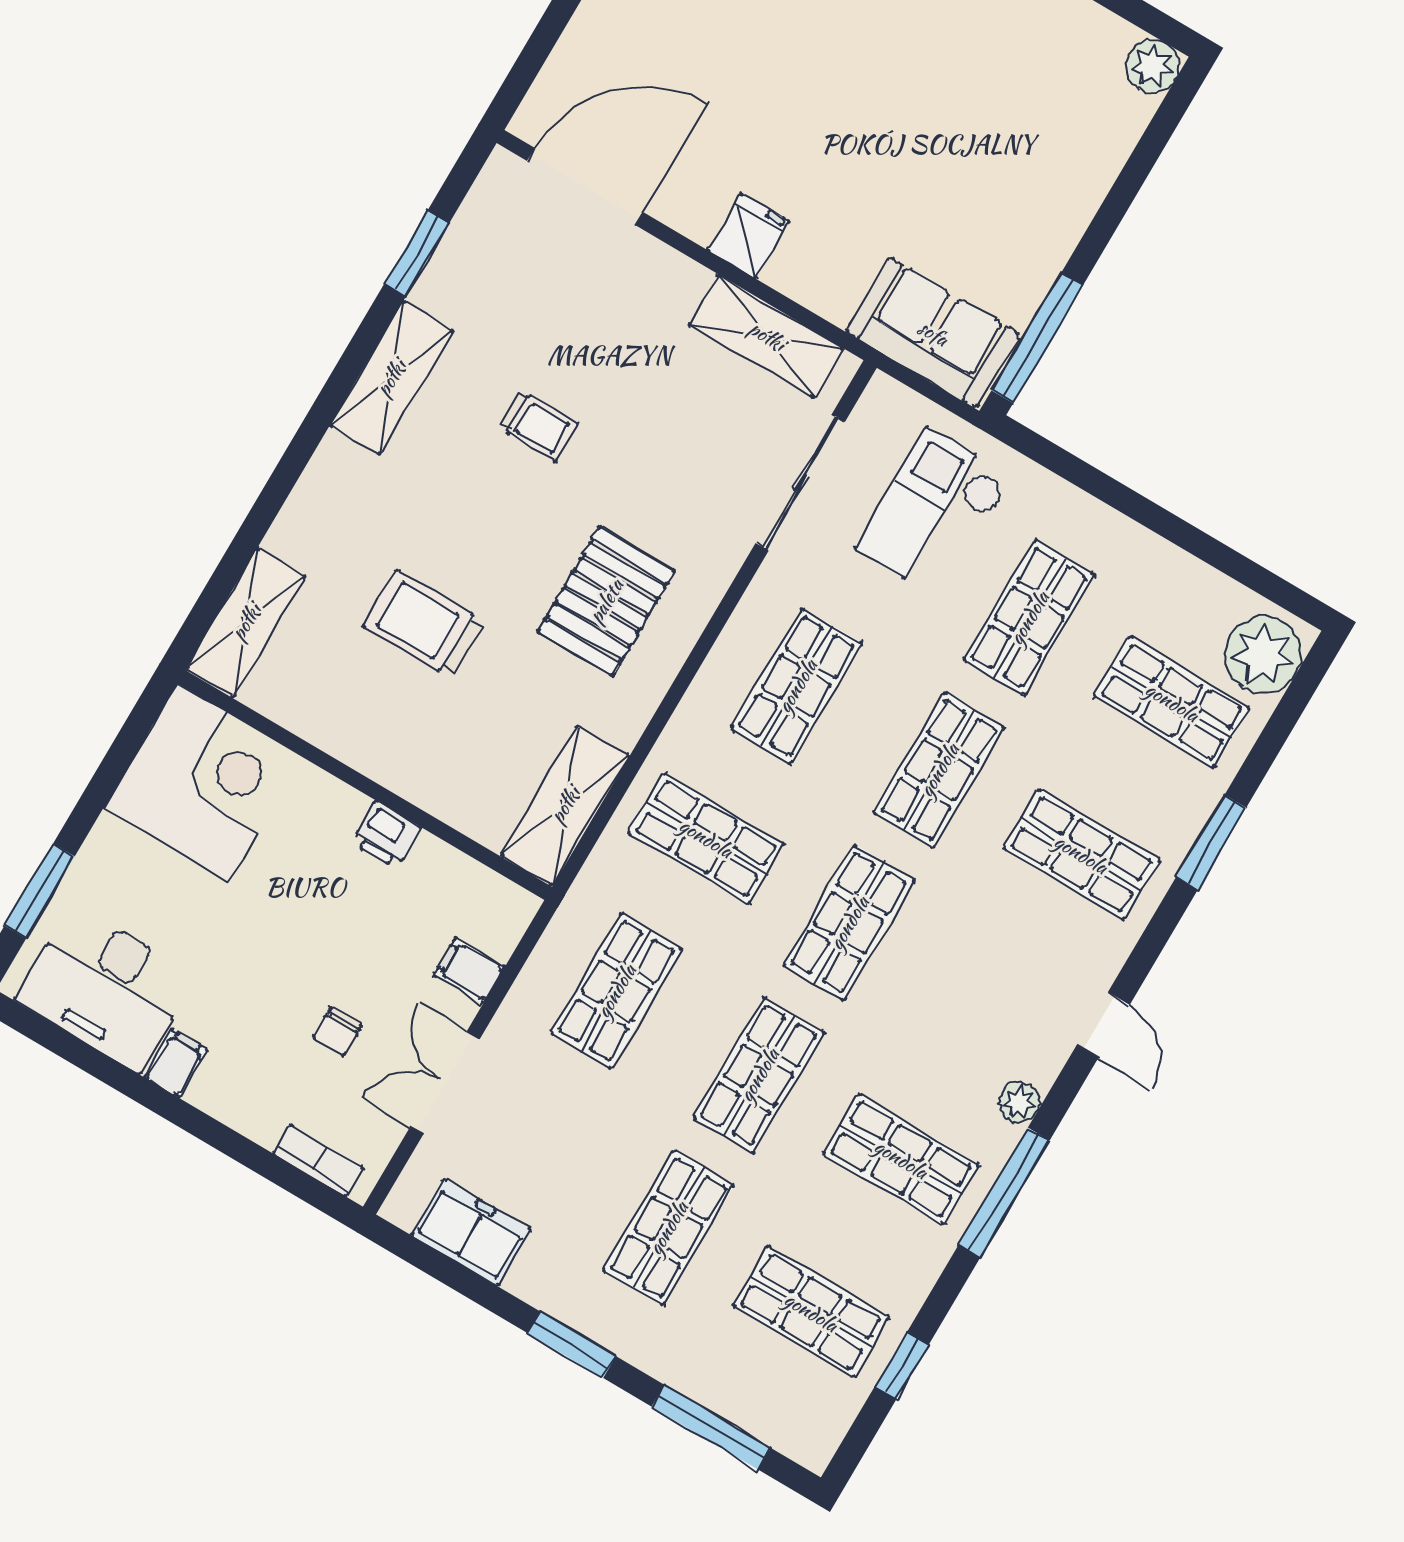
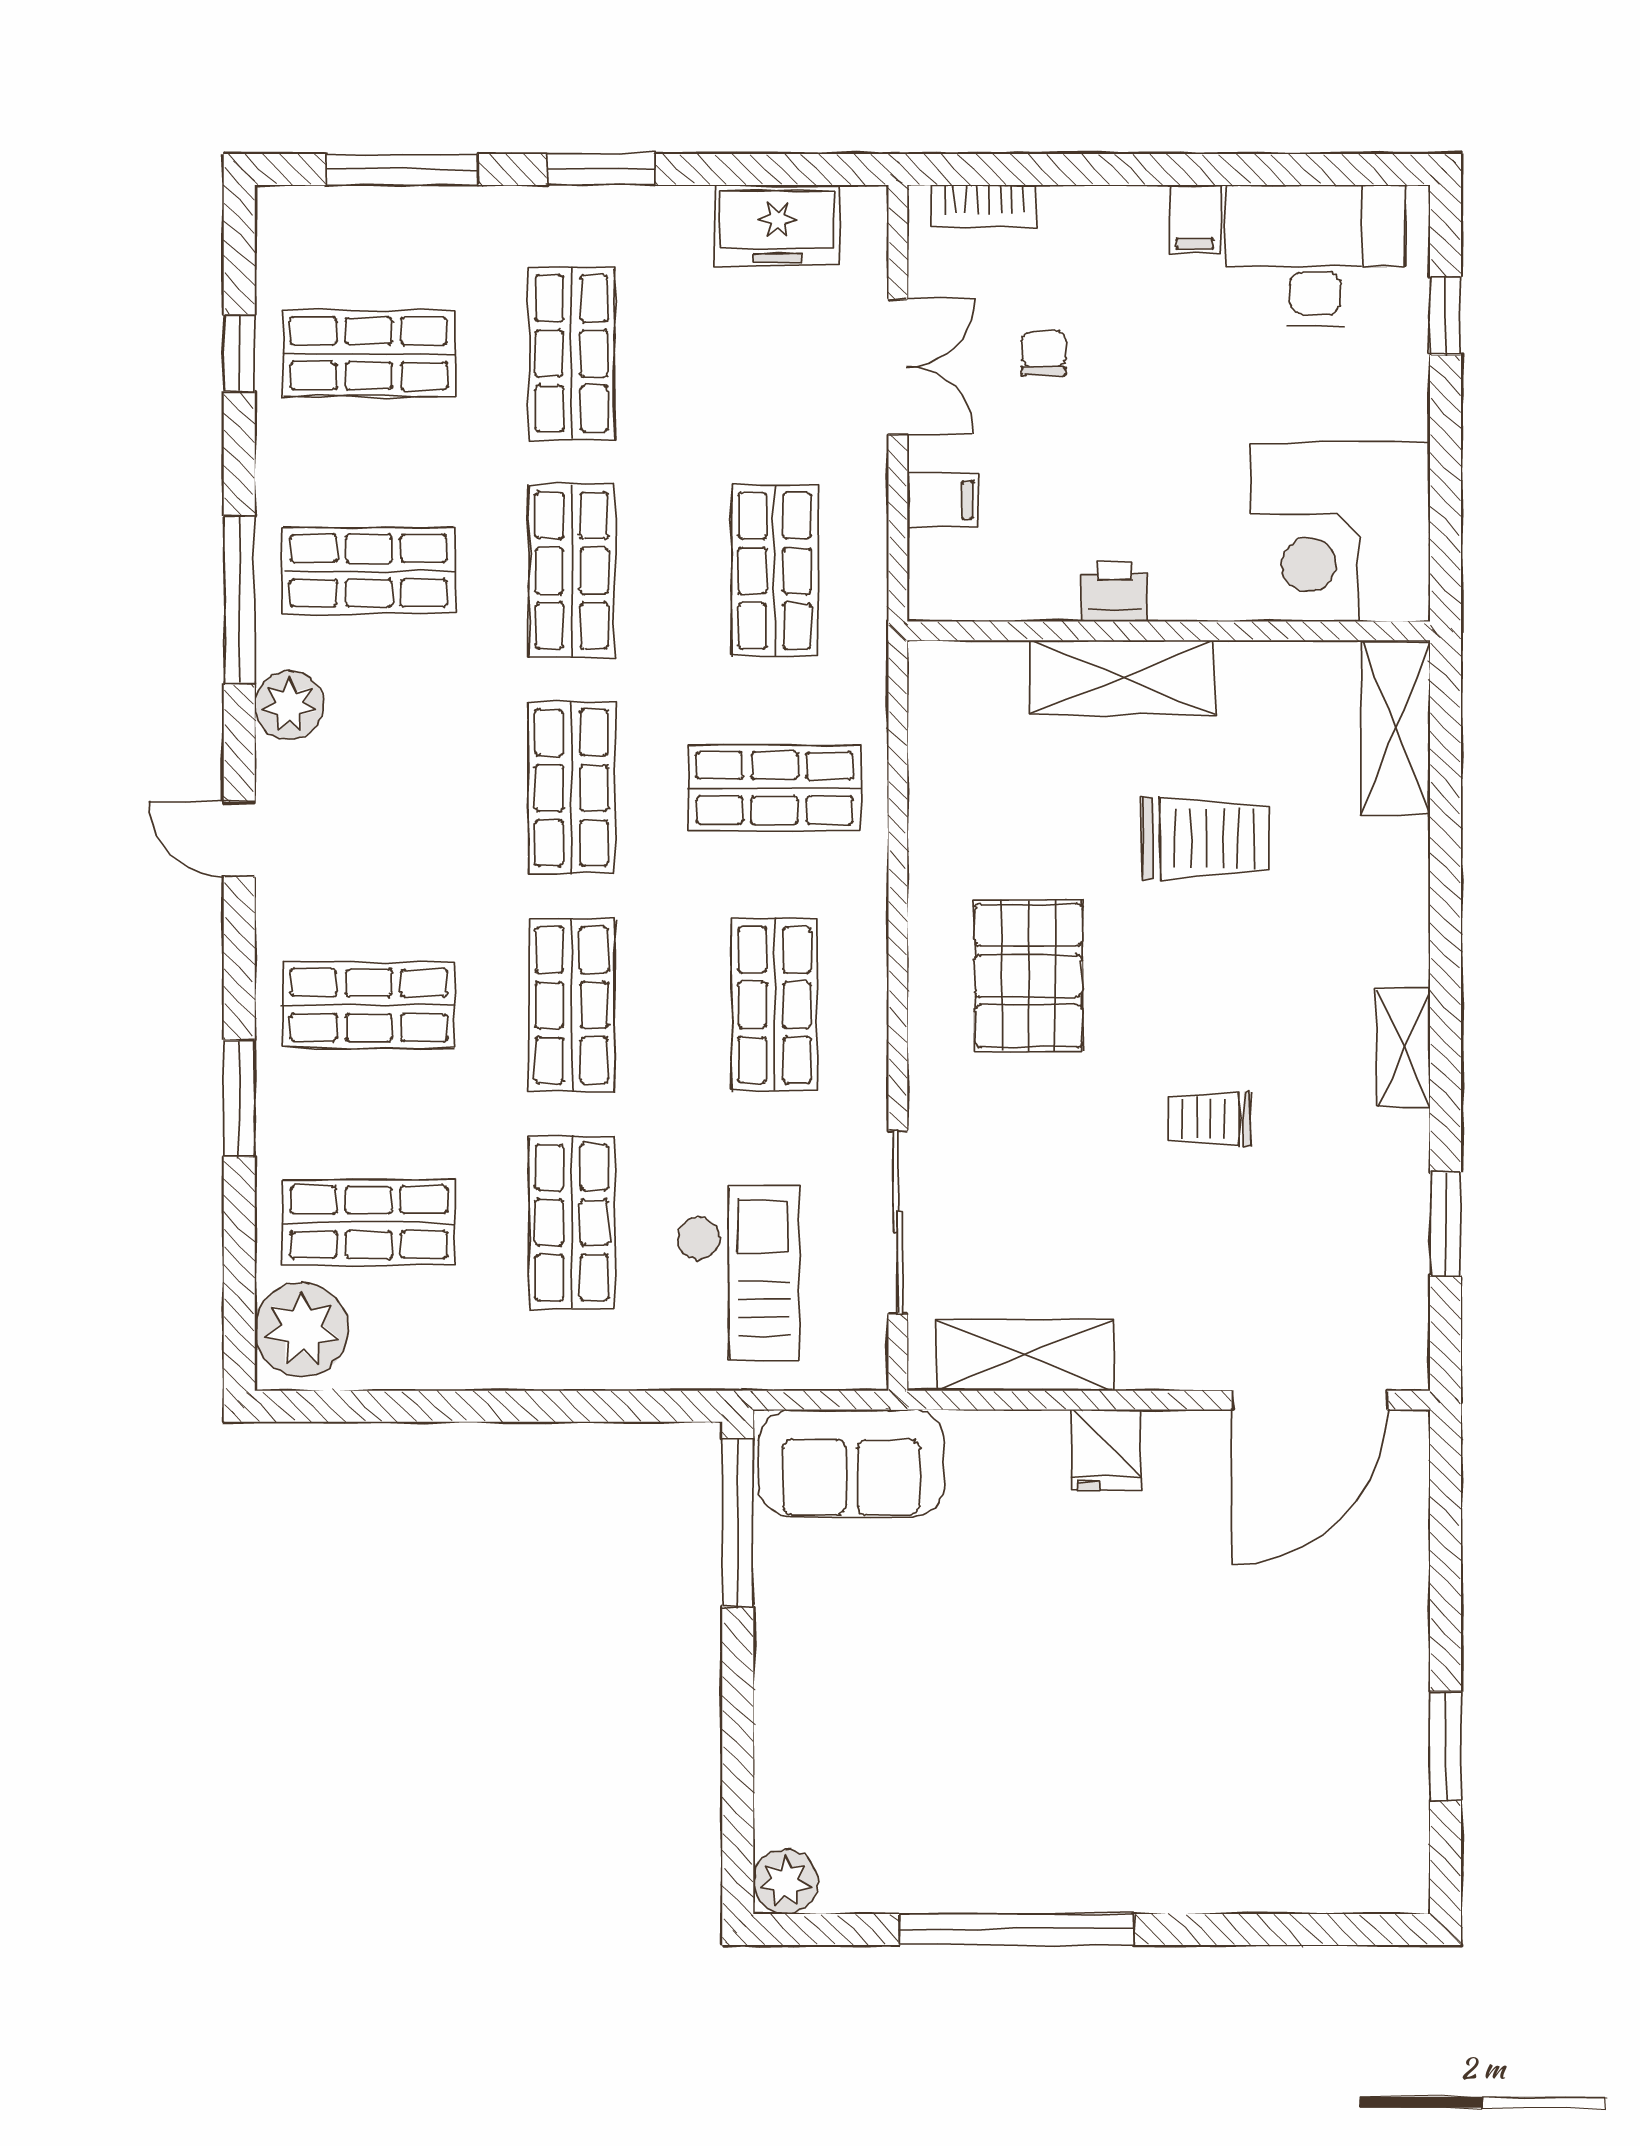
shelving: (391, 378) -> (1403, 1048), width x0.67, depth x0.75
shelving: (565, 805) -> (1122, 677), moved, turned 90
window: (40, 891) -> (1445, 316), width x0.67
plant: (1019, 1102) -> (289, 705), width x1.38, depth x1.38

